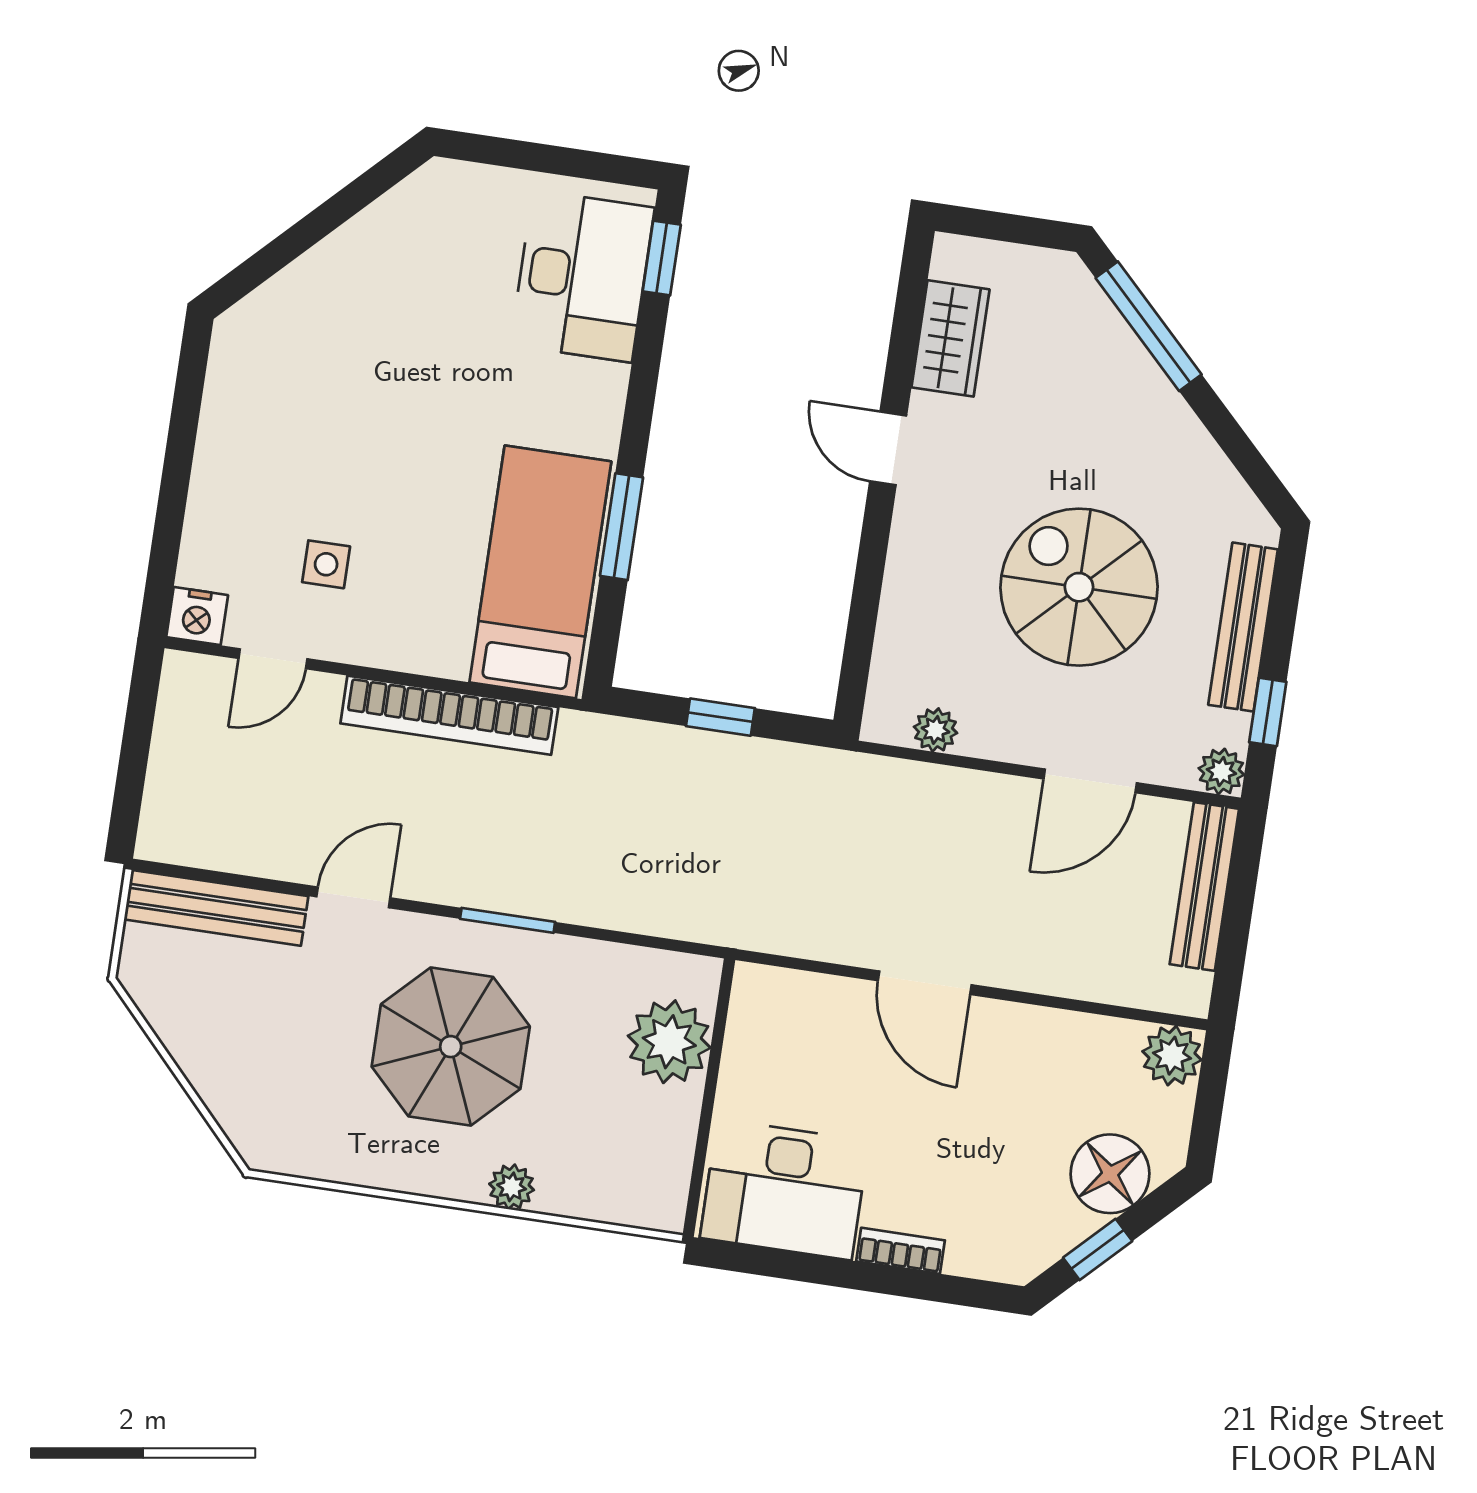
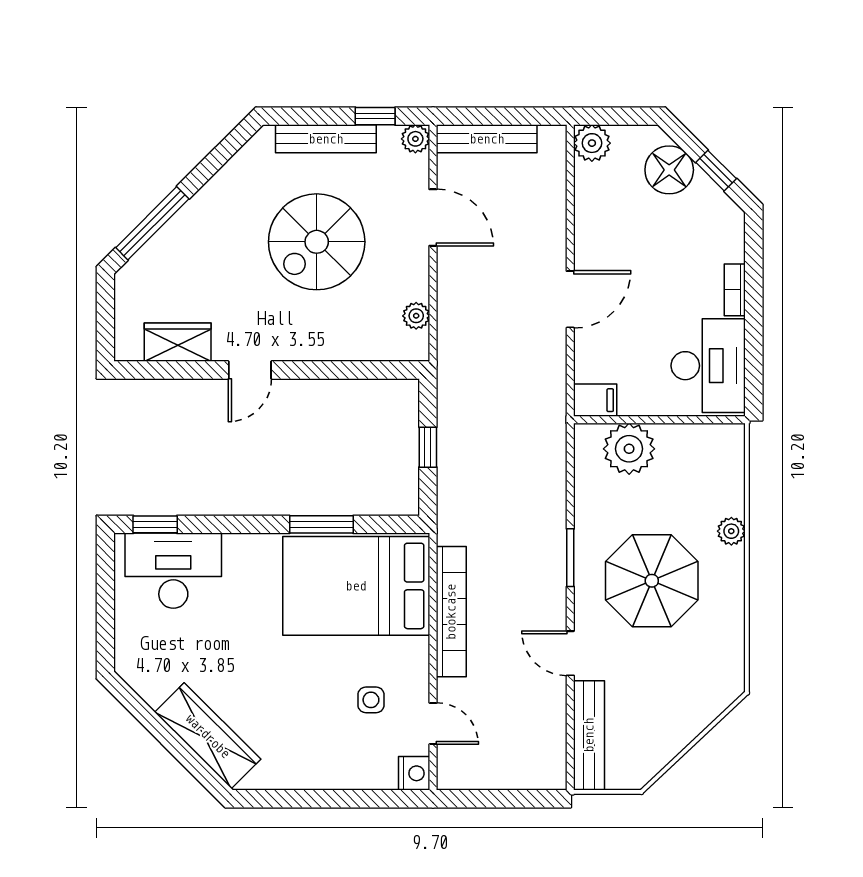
wardrobe: (308, 292) -> (208, 736), added
bed: (540, 572) -> (356, 586), width x1.50
filing cabinet: (756, 999) -> (595, 400), added

